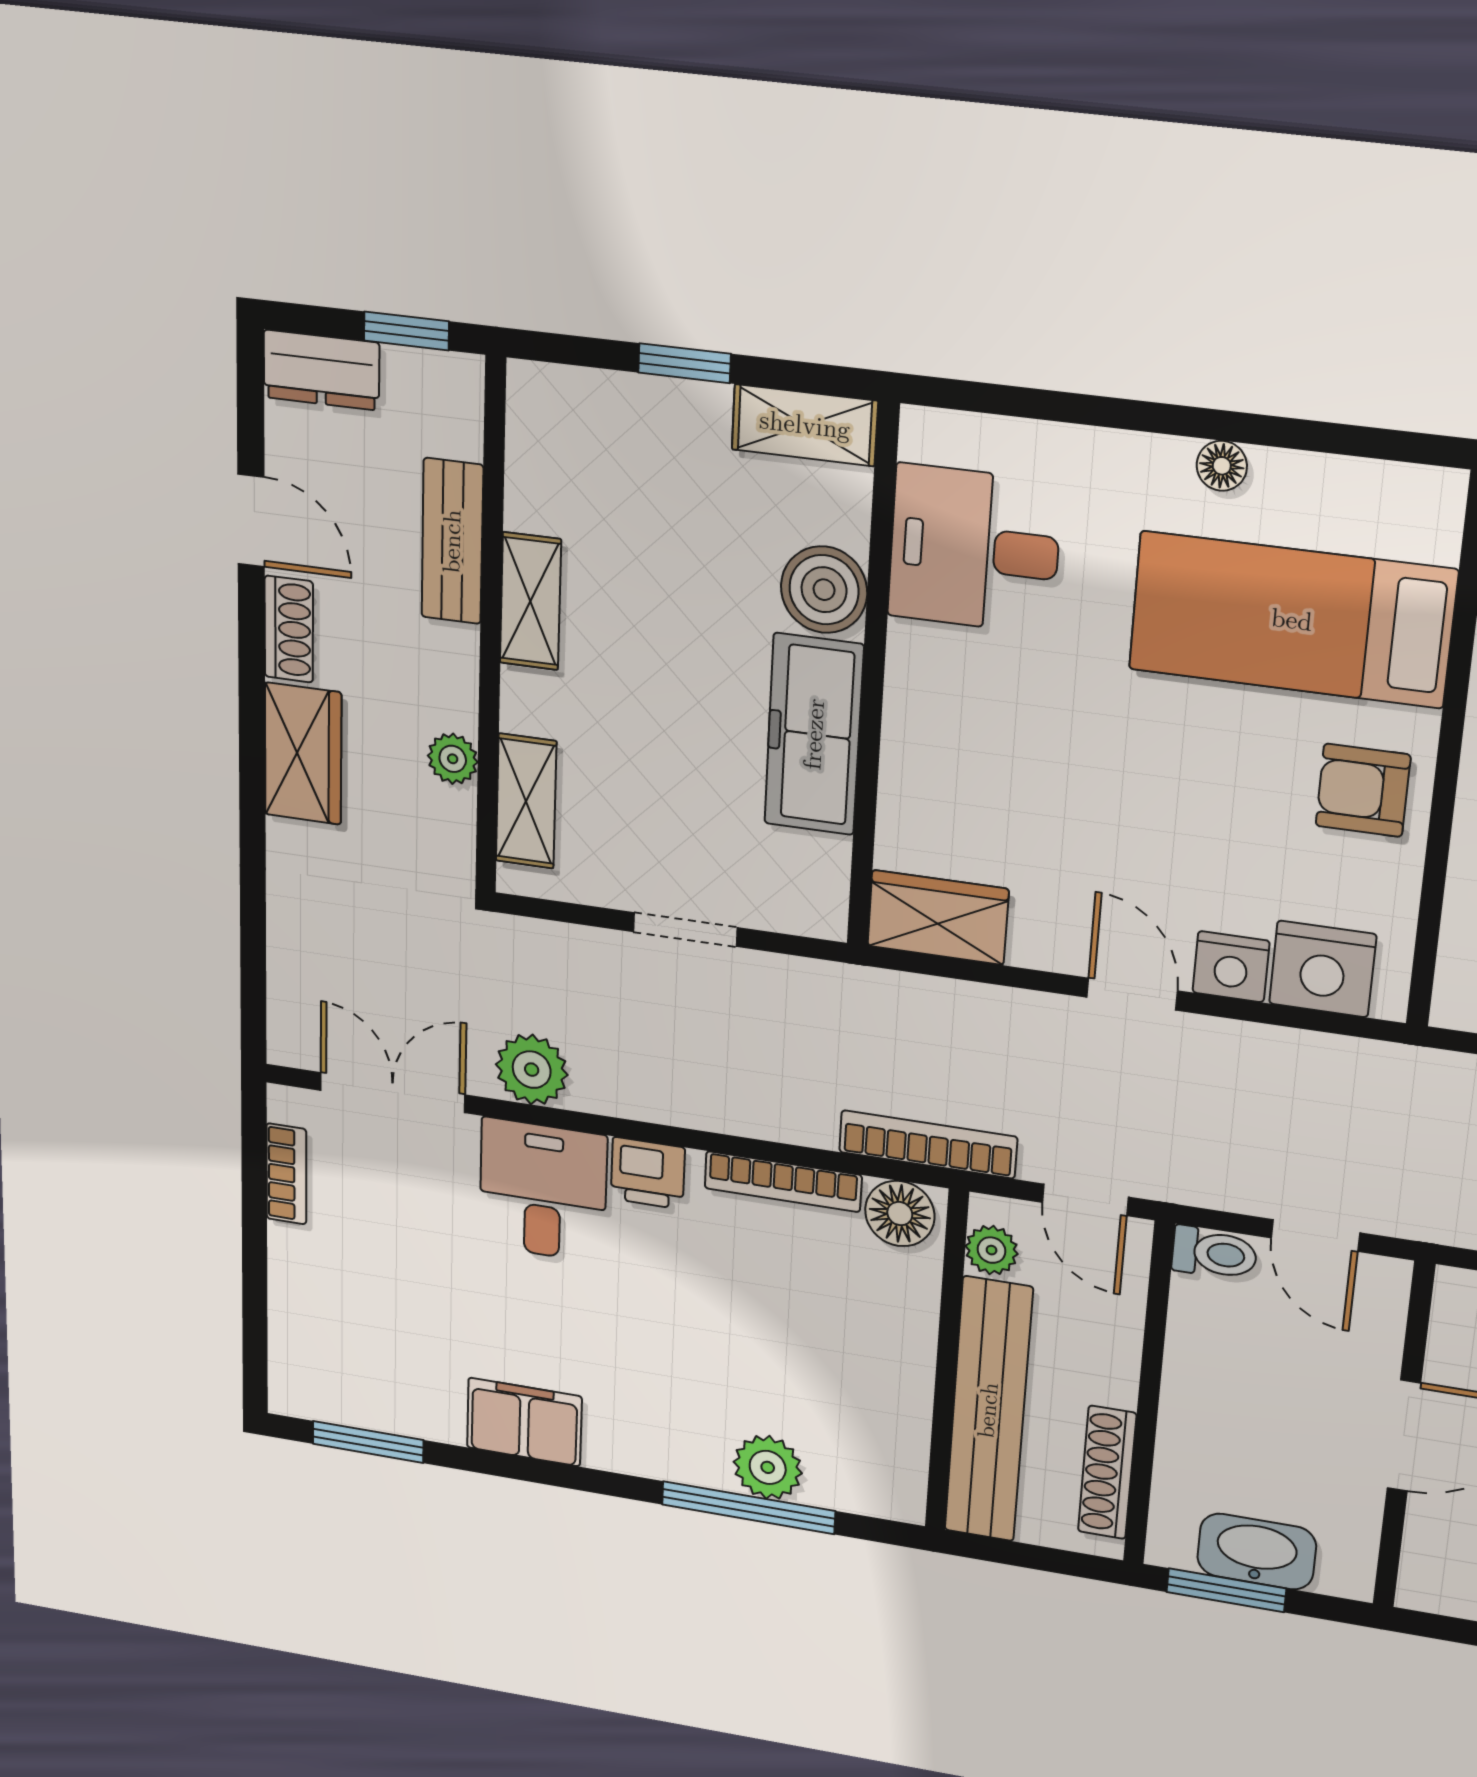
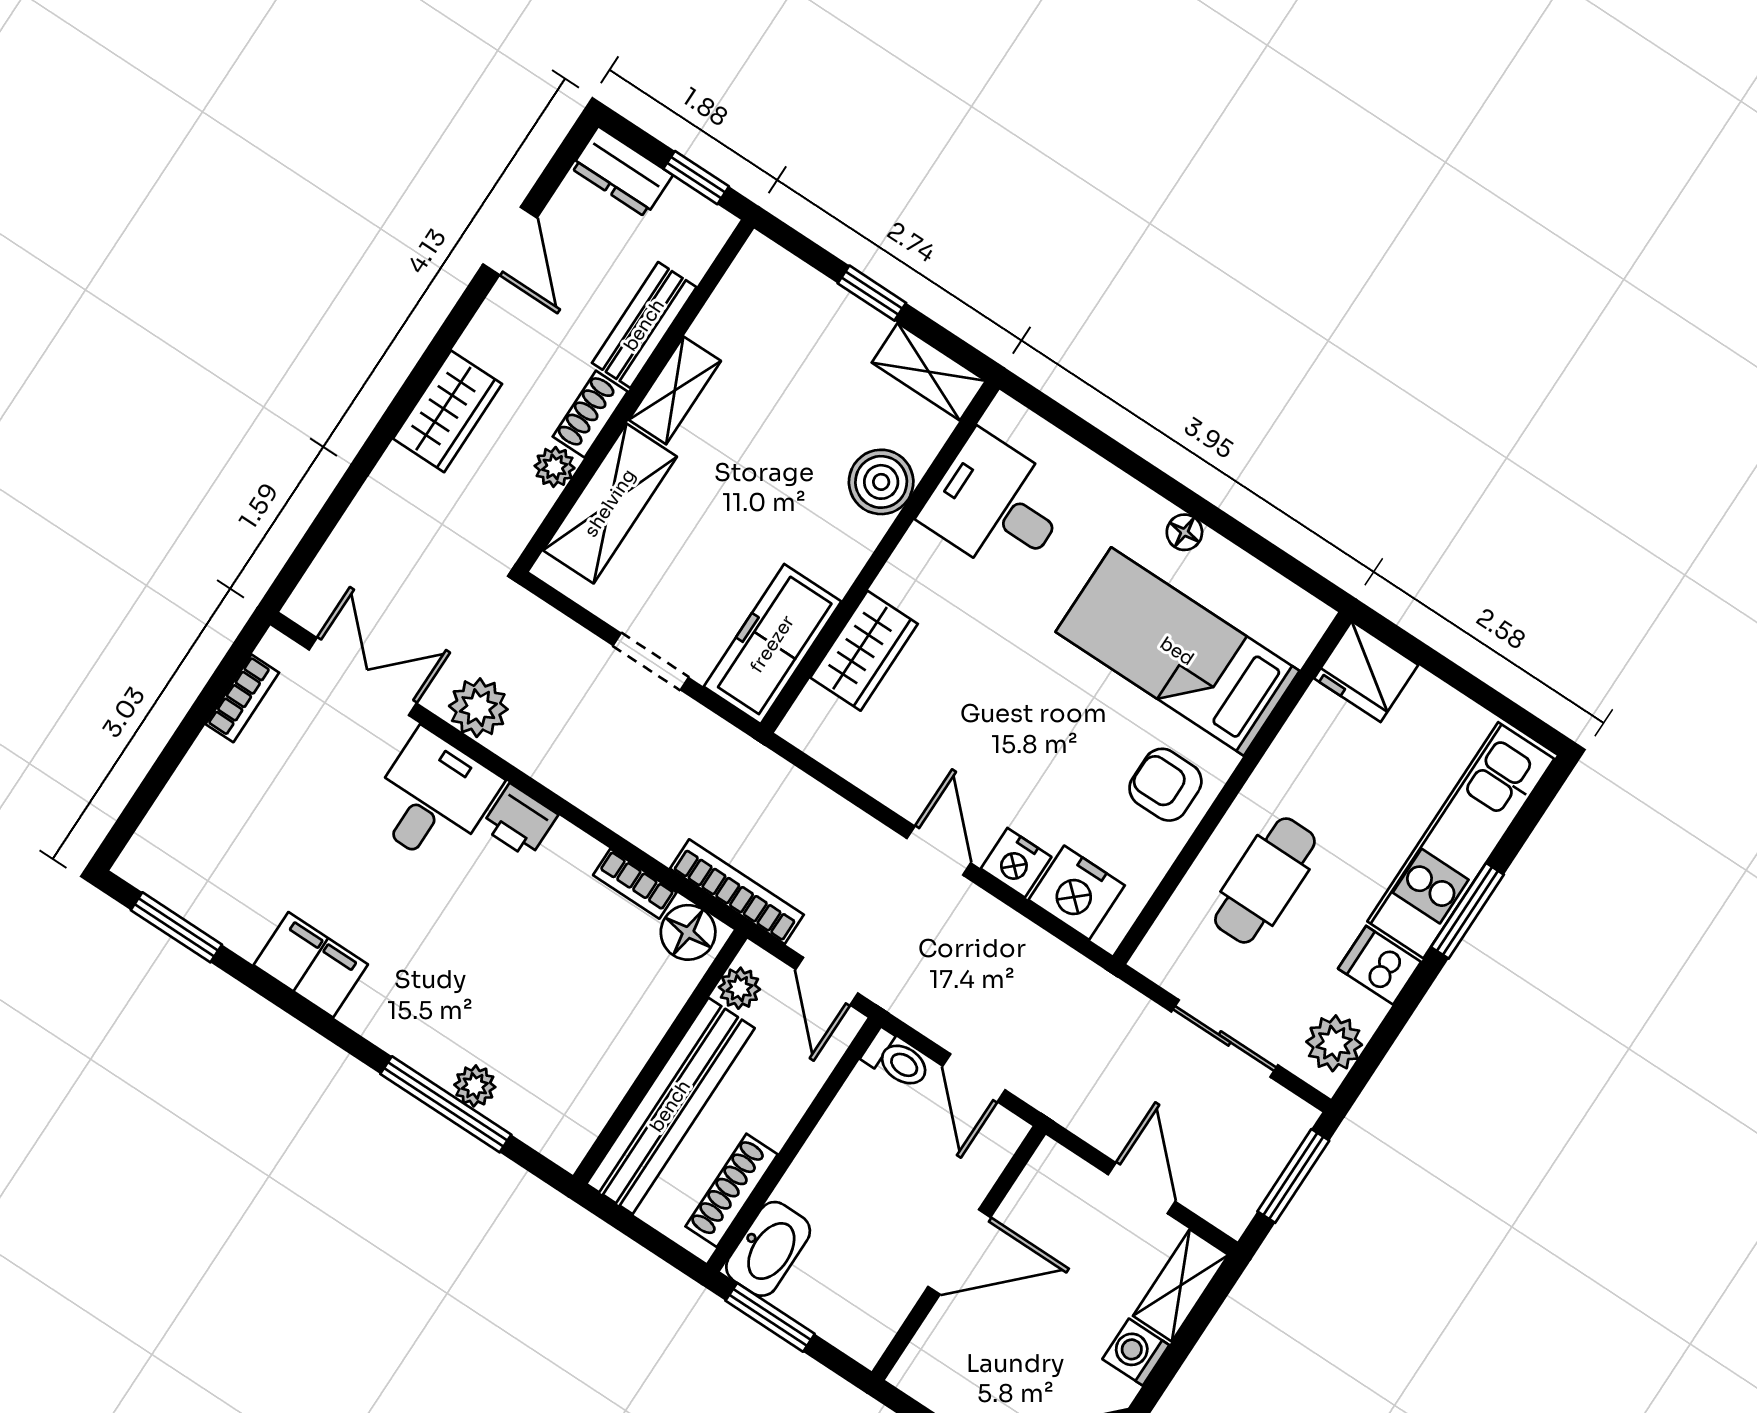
shoe rack: (289, 629) -> (590, 414), moved, turned 180
freezer: (814, 734) -> (772, 644), moved
shelving: (526, 801) -> (610, 503), width x1.50, depth x1.33
wardrobe: (938, 918) -> (864, 651), moved, turned 90
bookcase: (783, 1182) -> (635, 884), width x0.64
plant: (768, 1467) -> (475, 1086), width x0.73, depth x0.73
washbasin: (1257, 1552) -> (768, 1249), moved, turned 90

